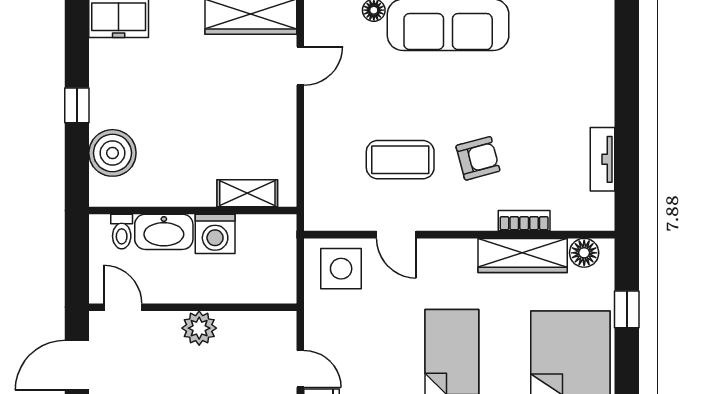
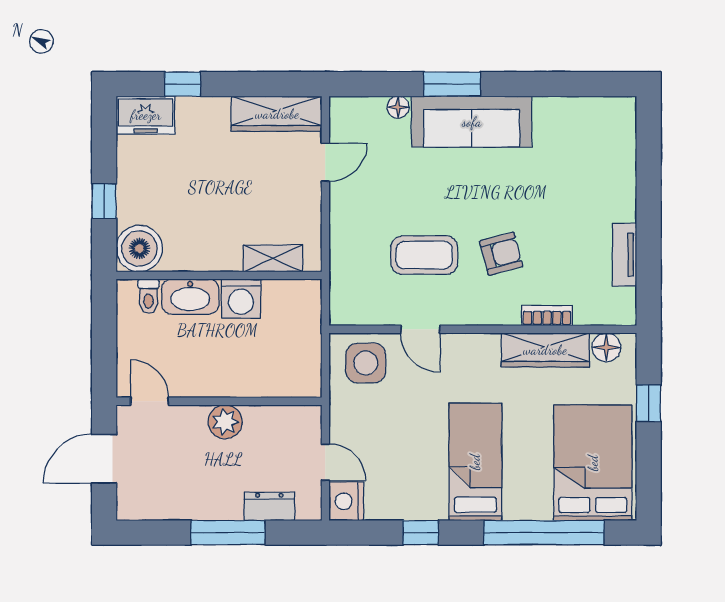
shelving: (247, 193) -> (273, 258), moved
wall: (193, 210) -> (219, 275), moved
toilet: (122, 231) -> (148, 296), moved
washbasin: (164, 232) -> (190, 297), moved
washing machine: (215, 234) -> (241, 299), moved

